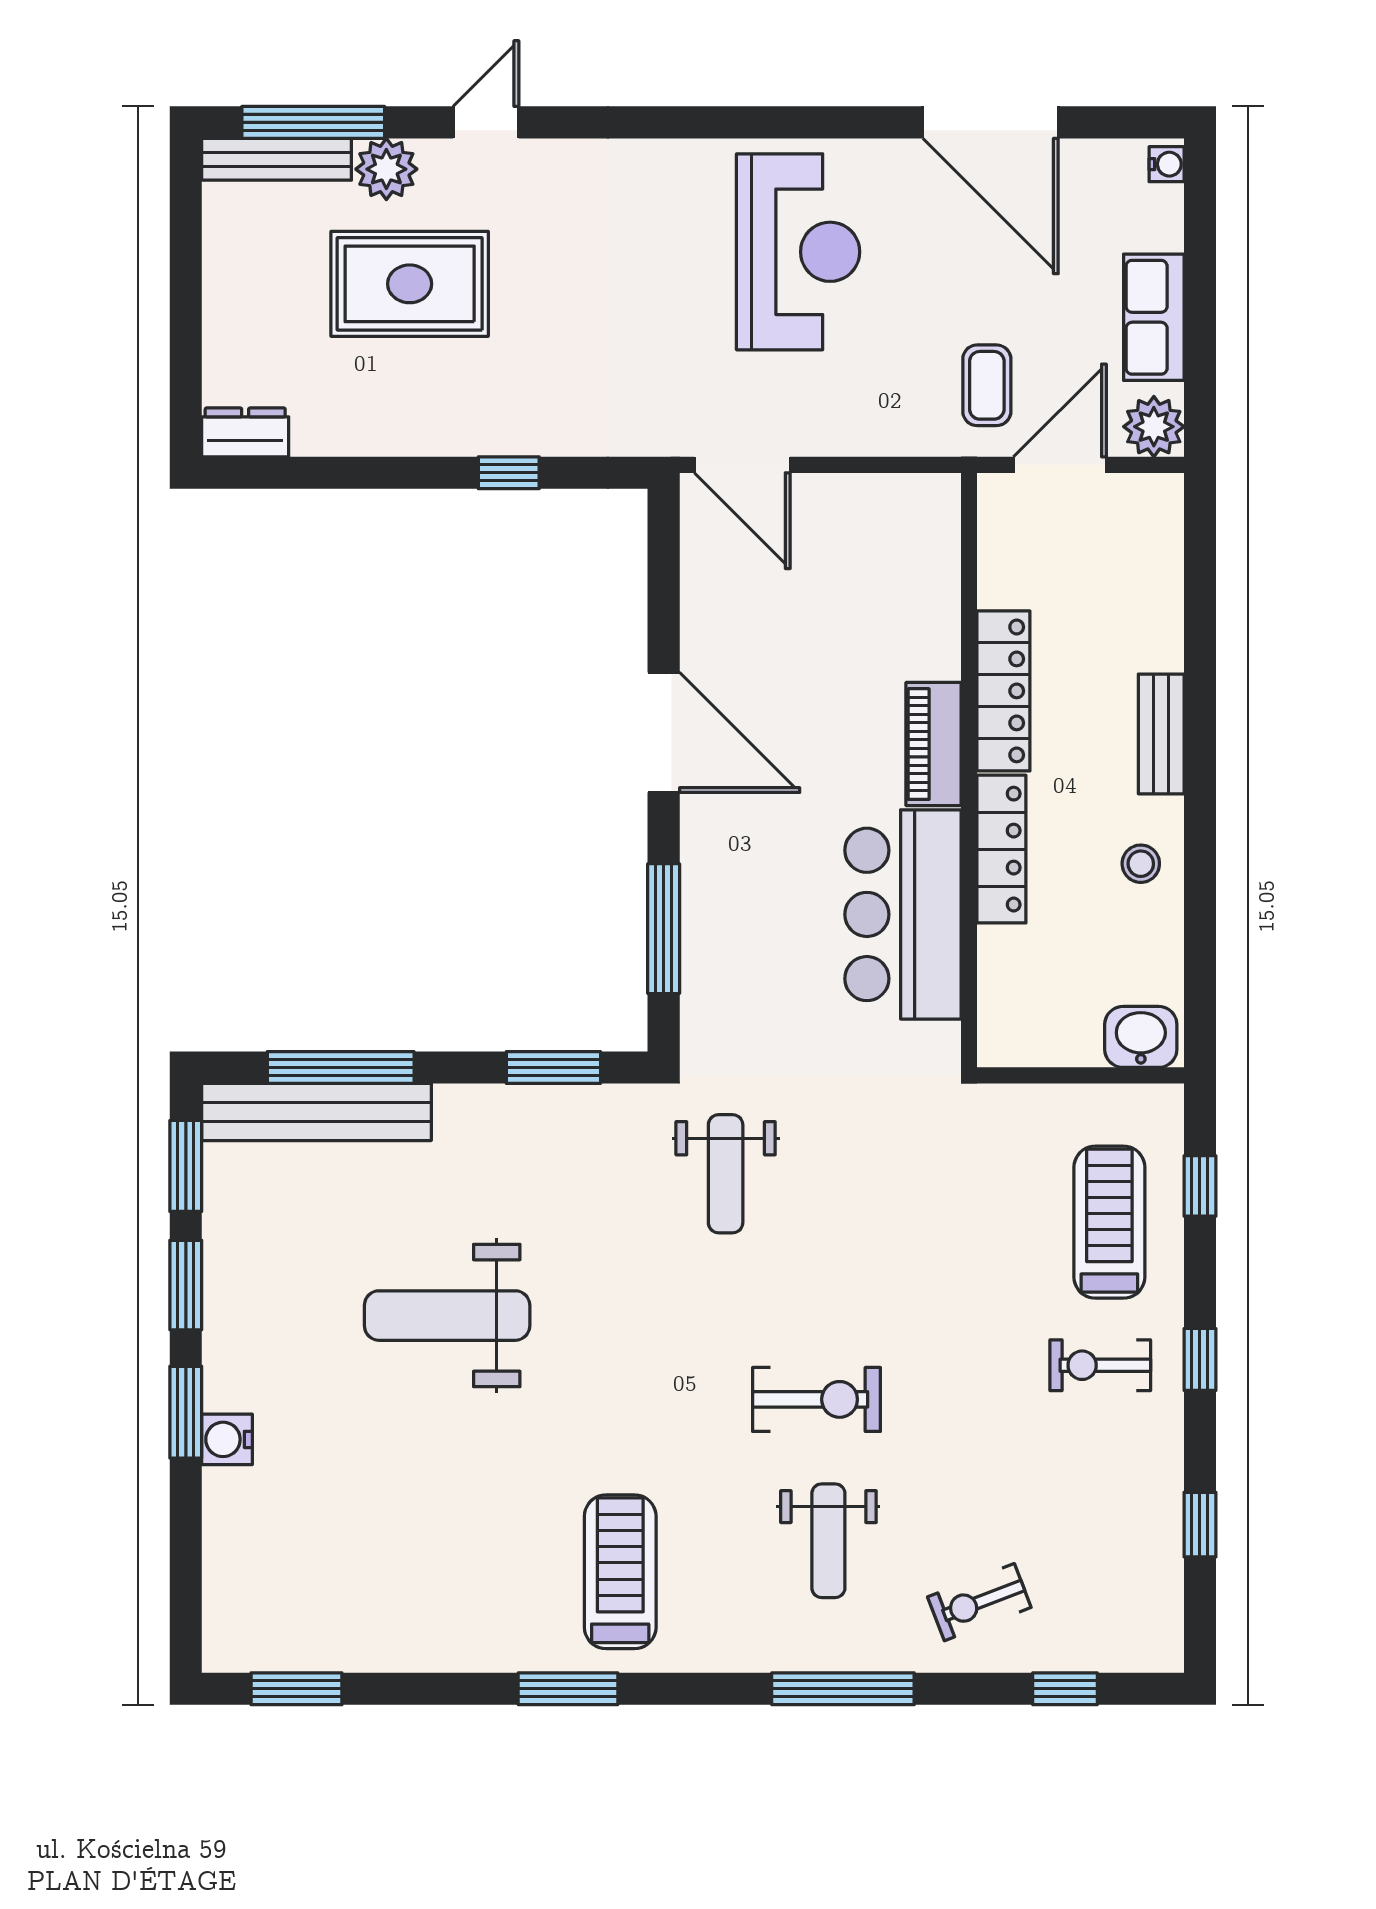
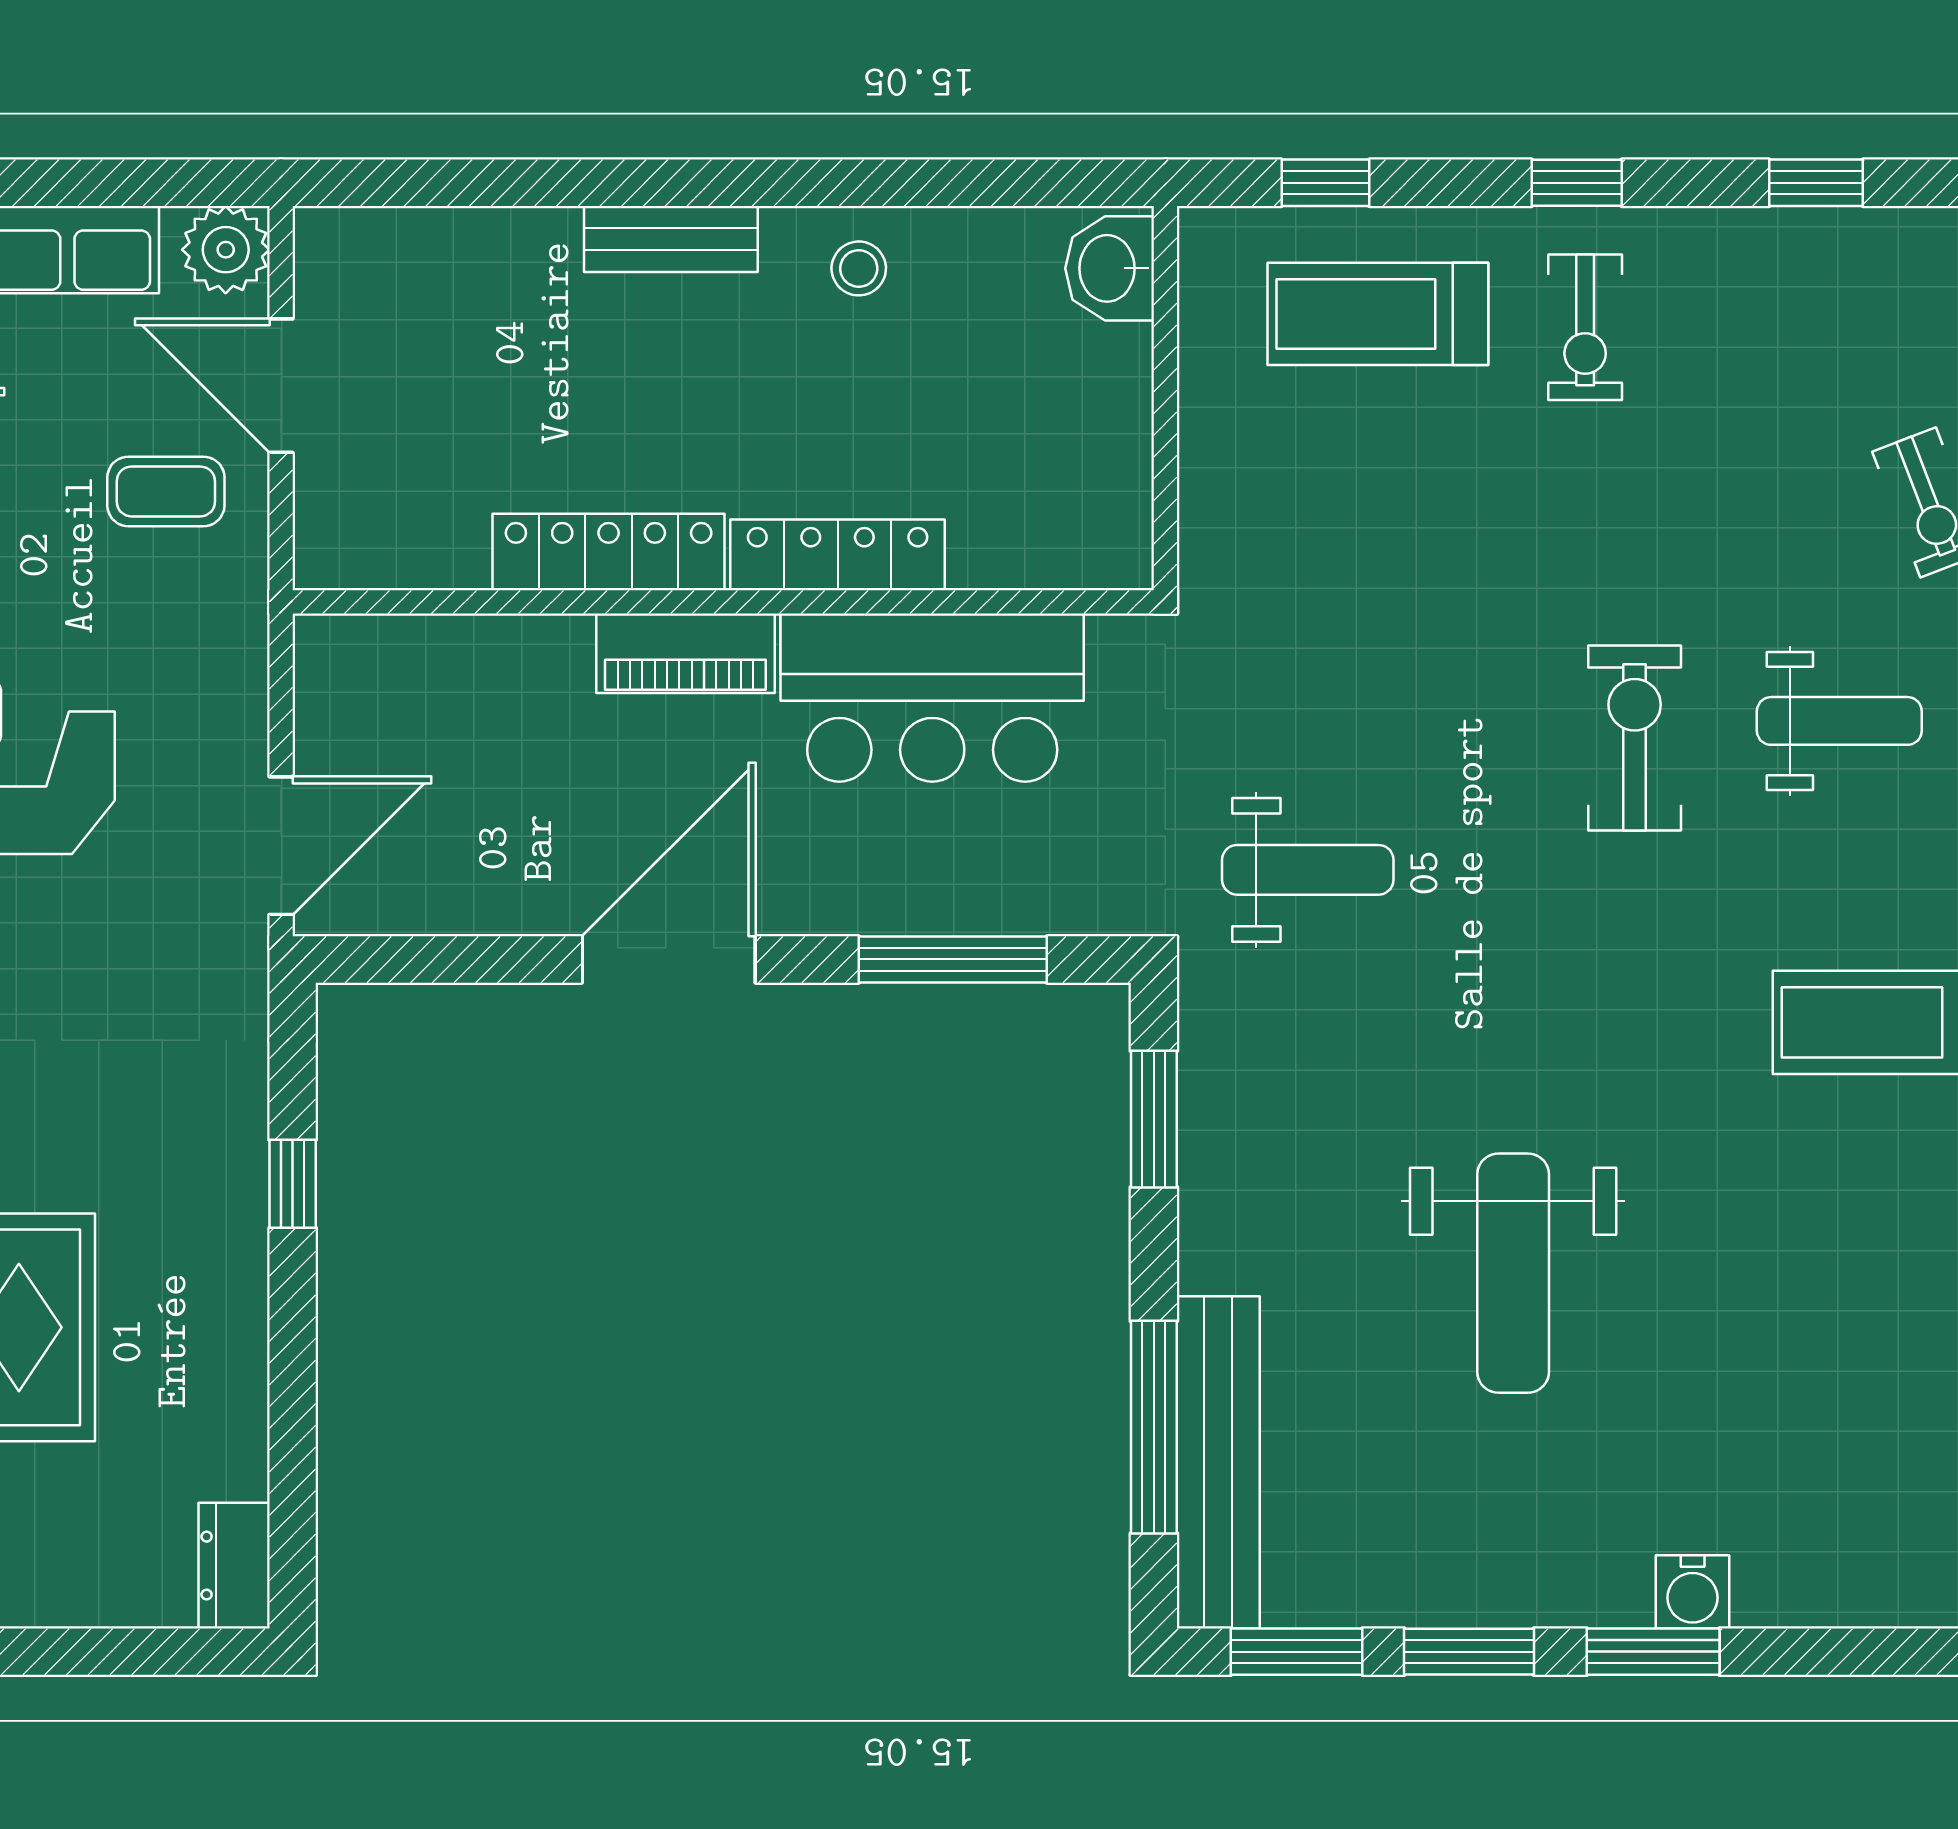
locker: (1003, 691) -> (609, 552), moved
piano: (934, 744) -> (685, 653), moved
wall: (969, 770) -> (723, 602), moved
locker: (1001, 849) -> (838, 555), moved
bar counter: (903, 914) -> (932, 698), moved

